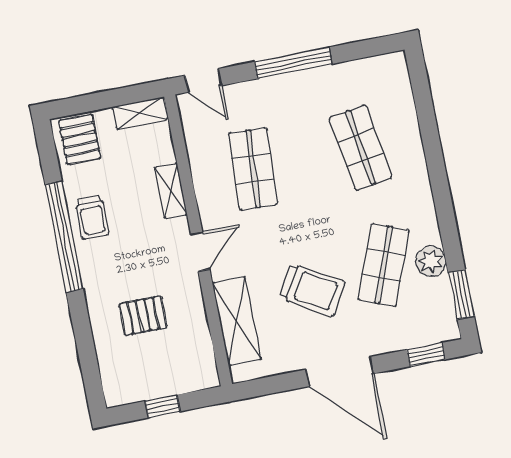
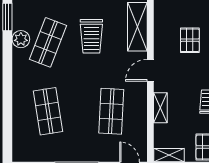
trolley: (312, 290) -> (91, 36), turned -120
pallet: (143, 316) -> (190, 40), turned 90

